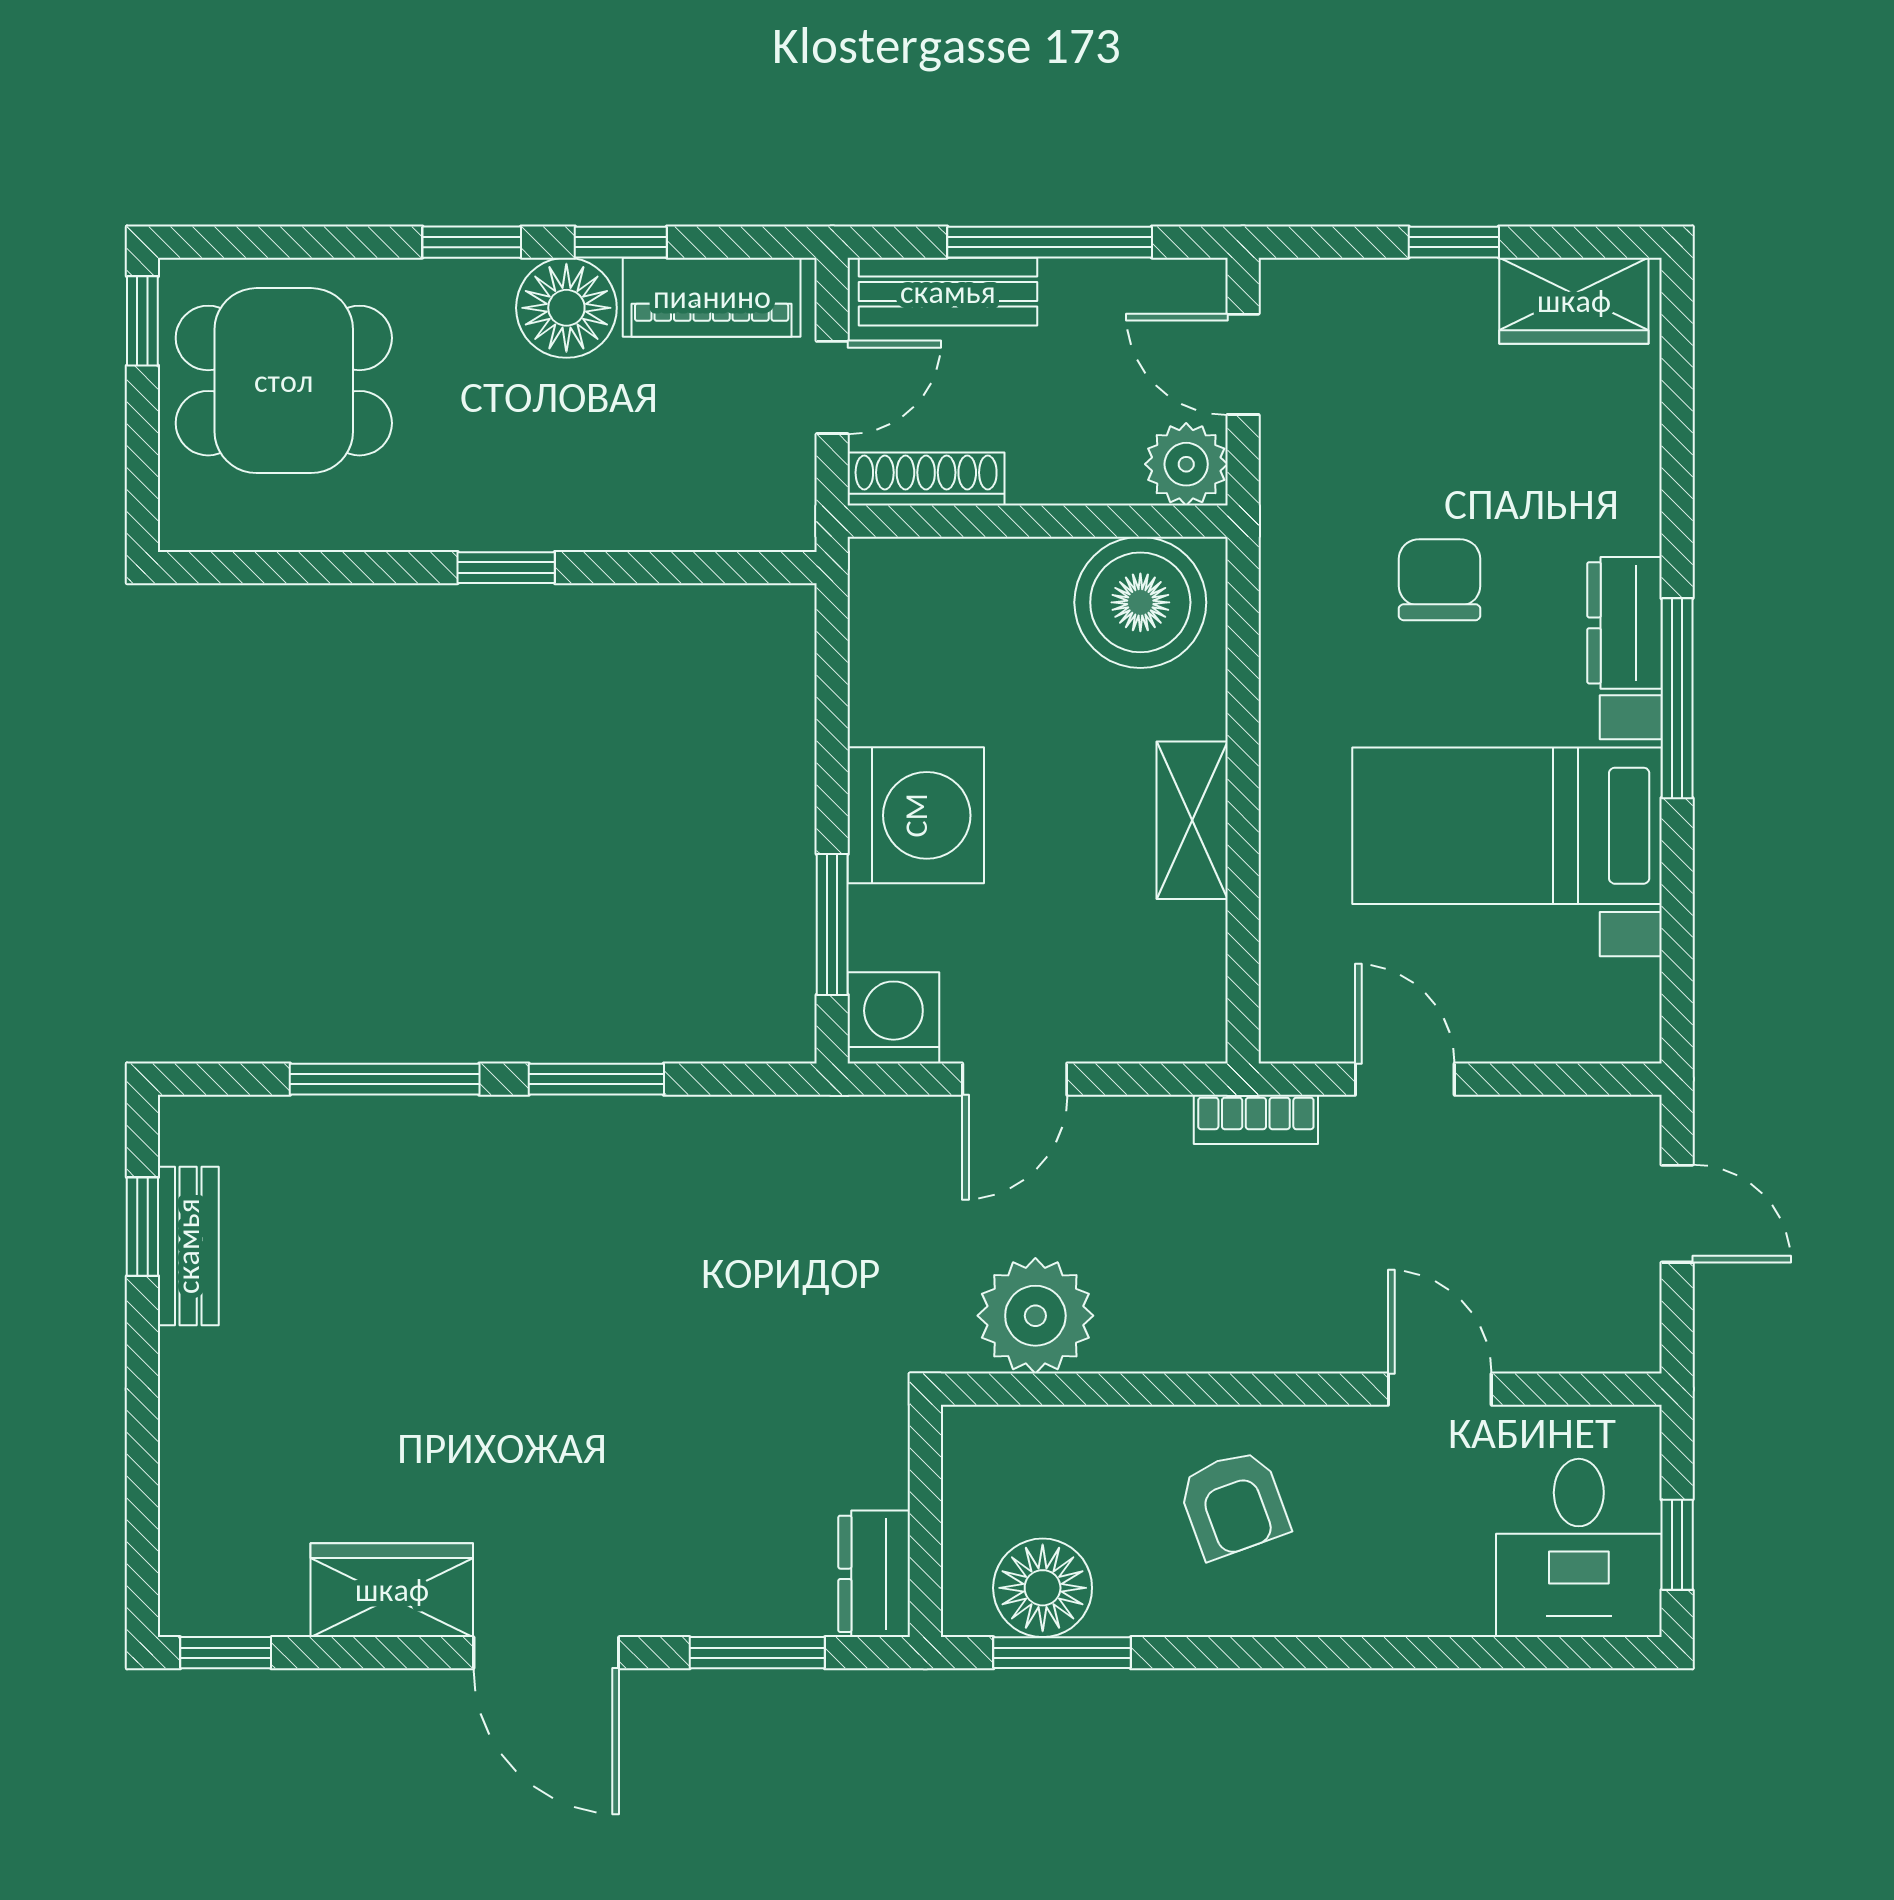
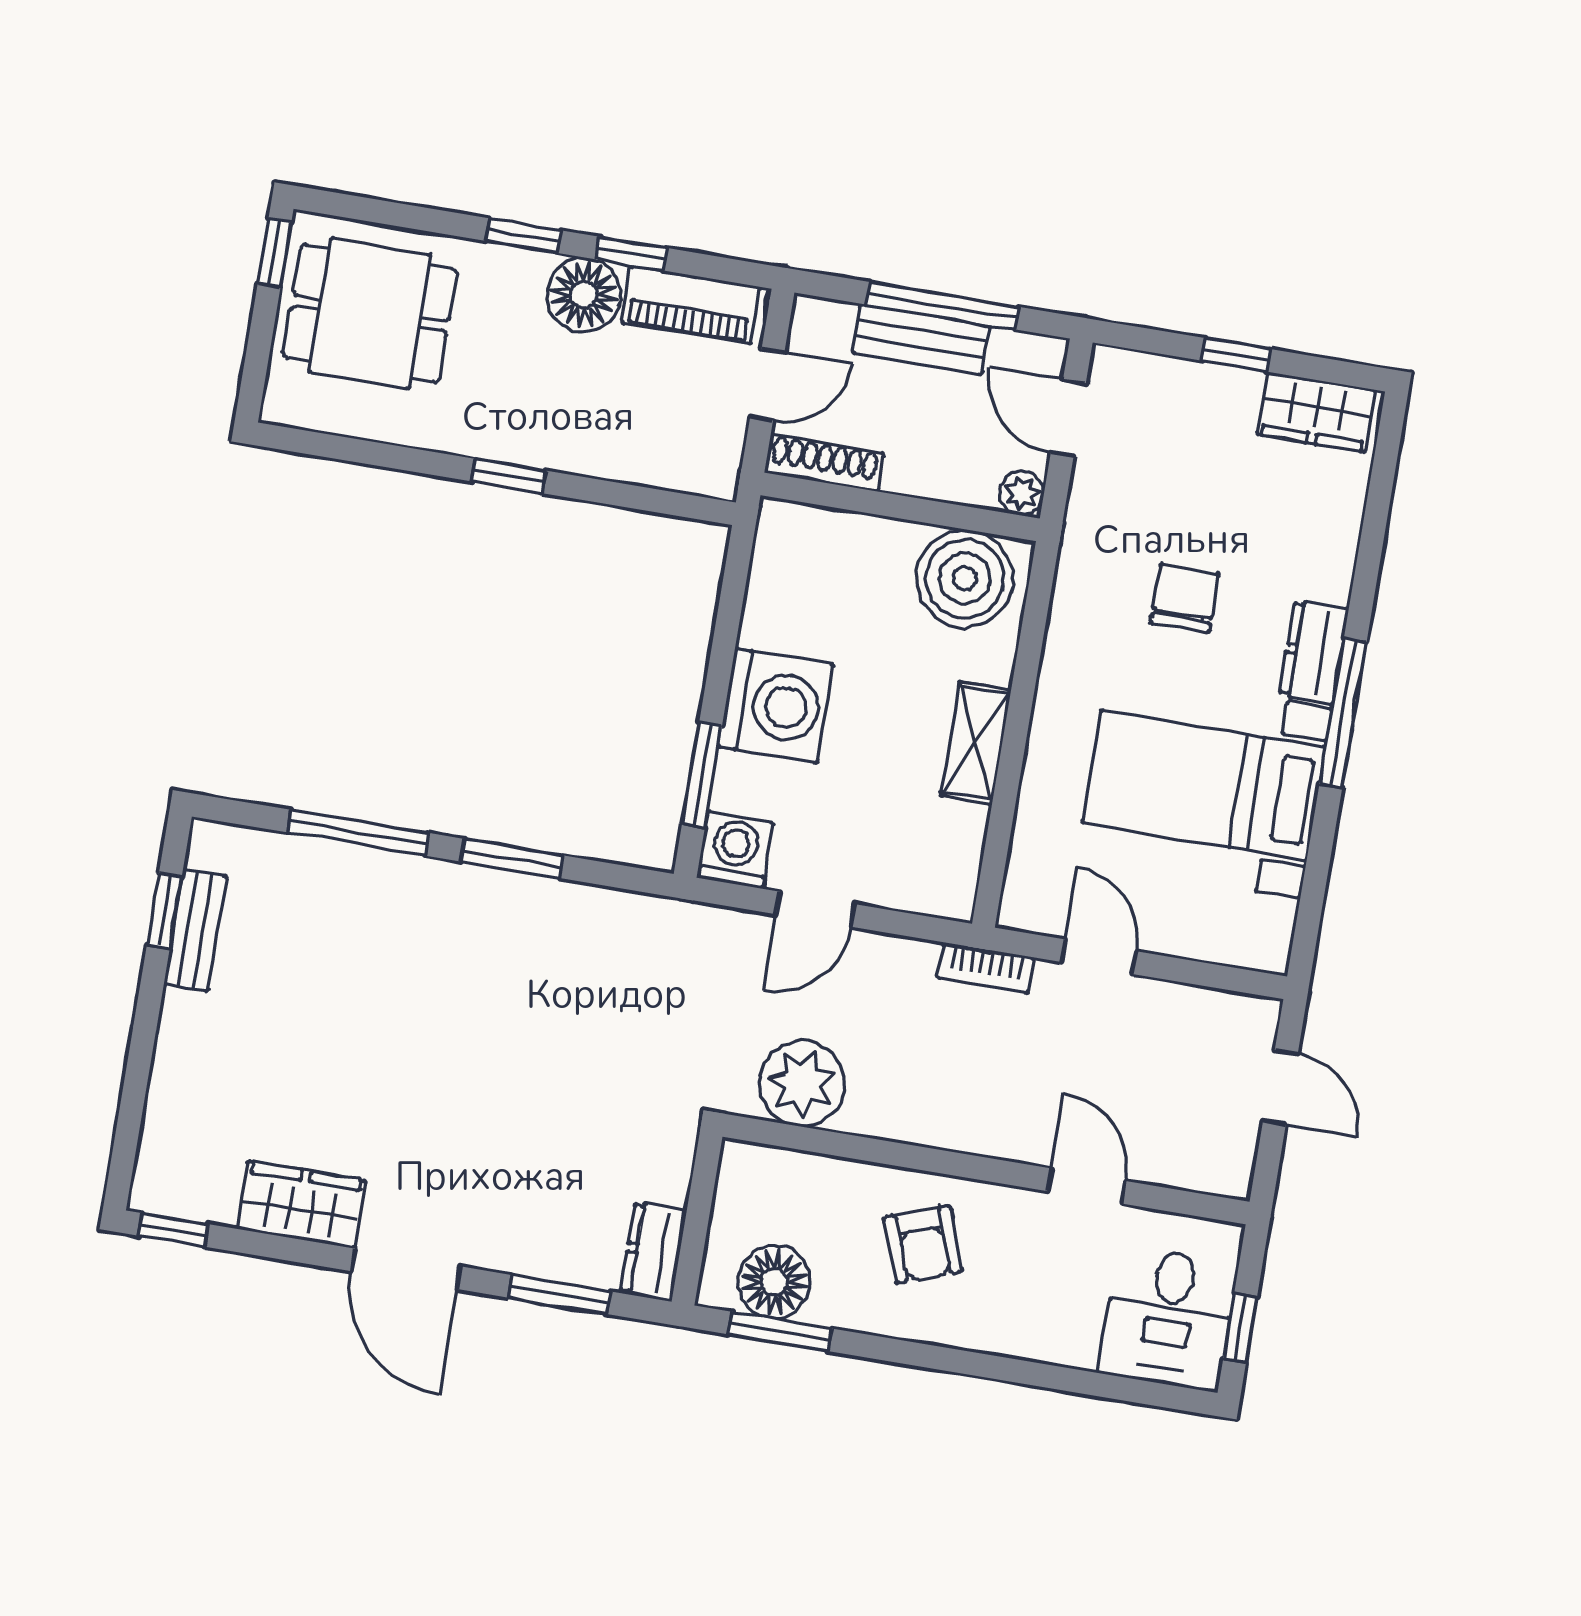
bench: (948, 292) -> (921, 339), moved
plant: (1186, 464) -> (1022, 493), width x0.73, depth x0.73

